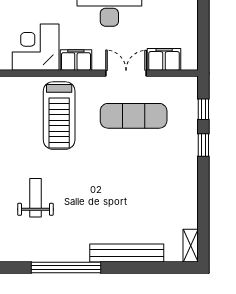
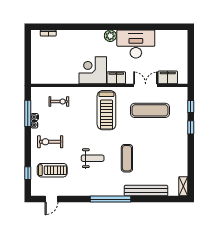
weight bench: (35, 198) -> (93, 158), turned 90
exercise mat: (94, 198) -> (127, 158), added

